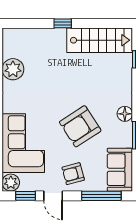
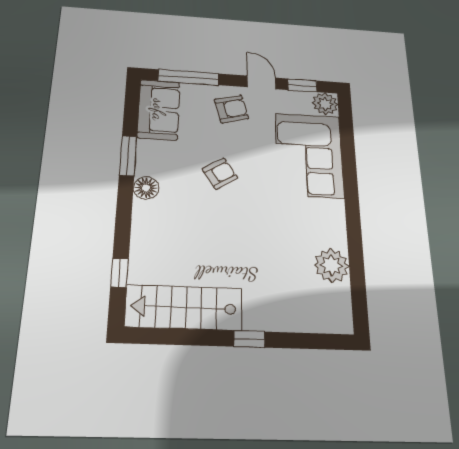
armchair: (80, 126) -> (220, 174), width x0.53, depth x0.53

